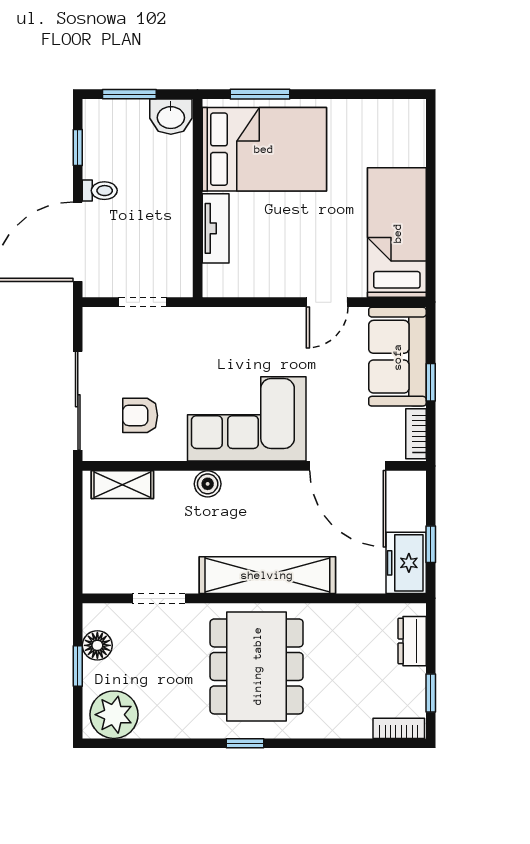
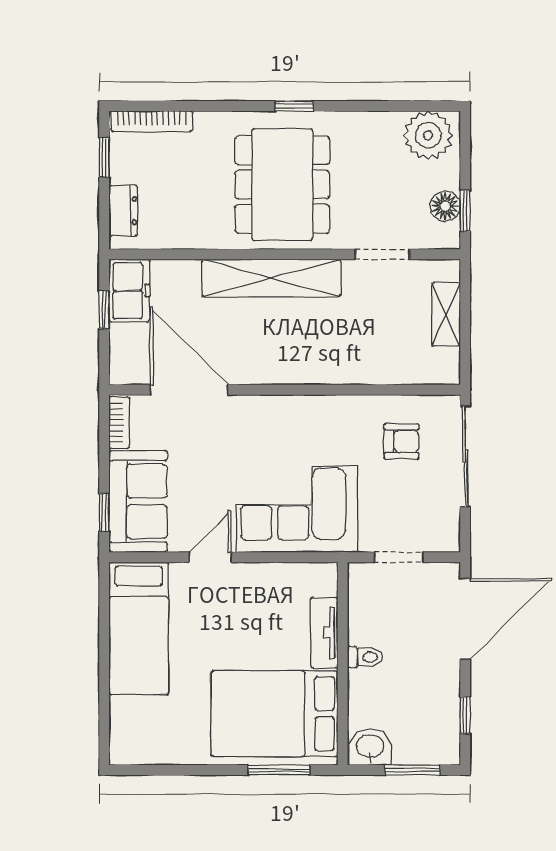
toilet: (100, 191) -> (365, 657), moved, turned 180
window: (431, 382) -> (104, 512), moved
corner sofa: (247, 419) -> (297, 509), moved, turned 180
boiler: (208, 484) -> (332, 371), removed
shelving: (122, 485) -> (446, 314), moved, turned 90
window: (78, 666) -> (465, 211), moved
bookcase: (399, 728) -> (152, 121), width x1.56

